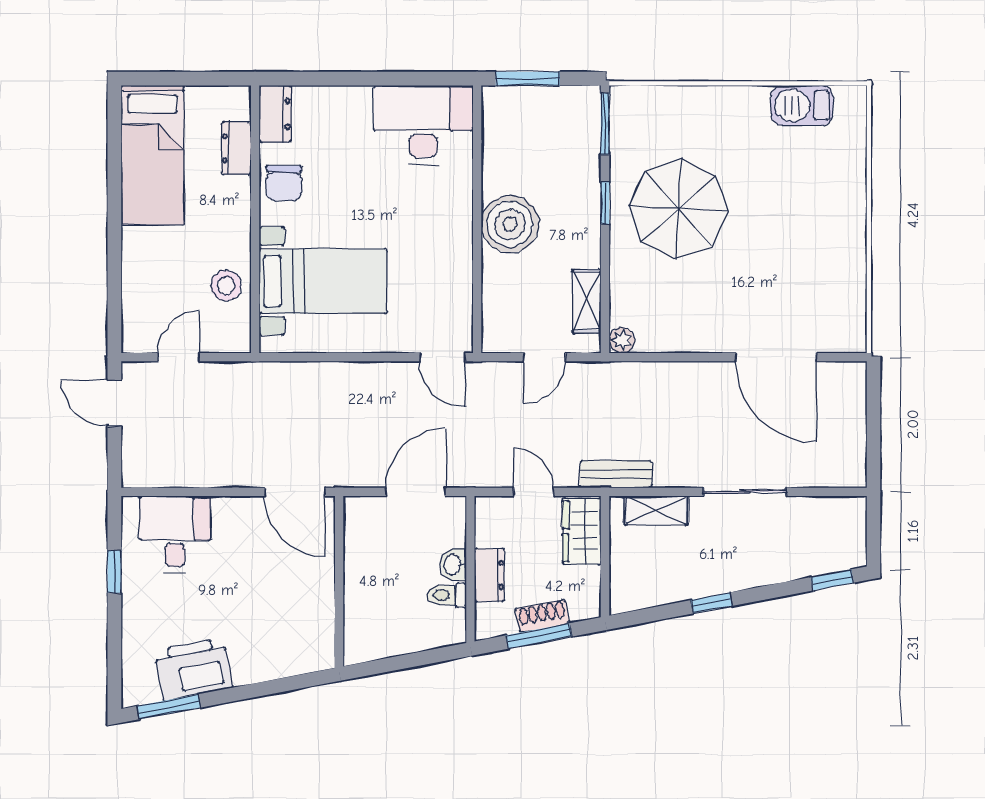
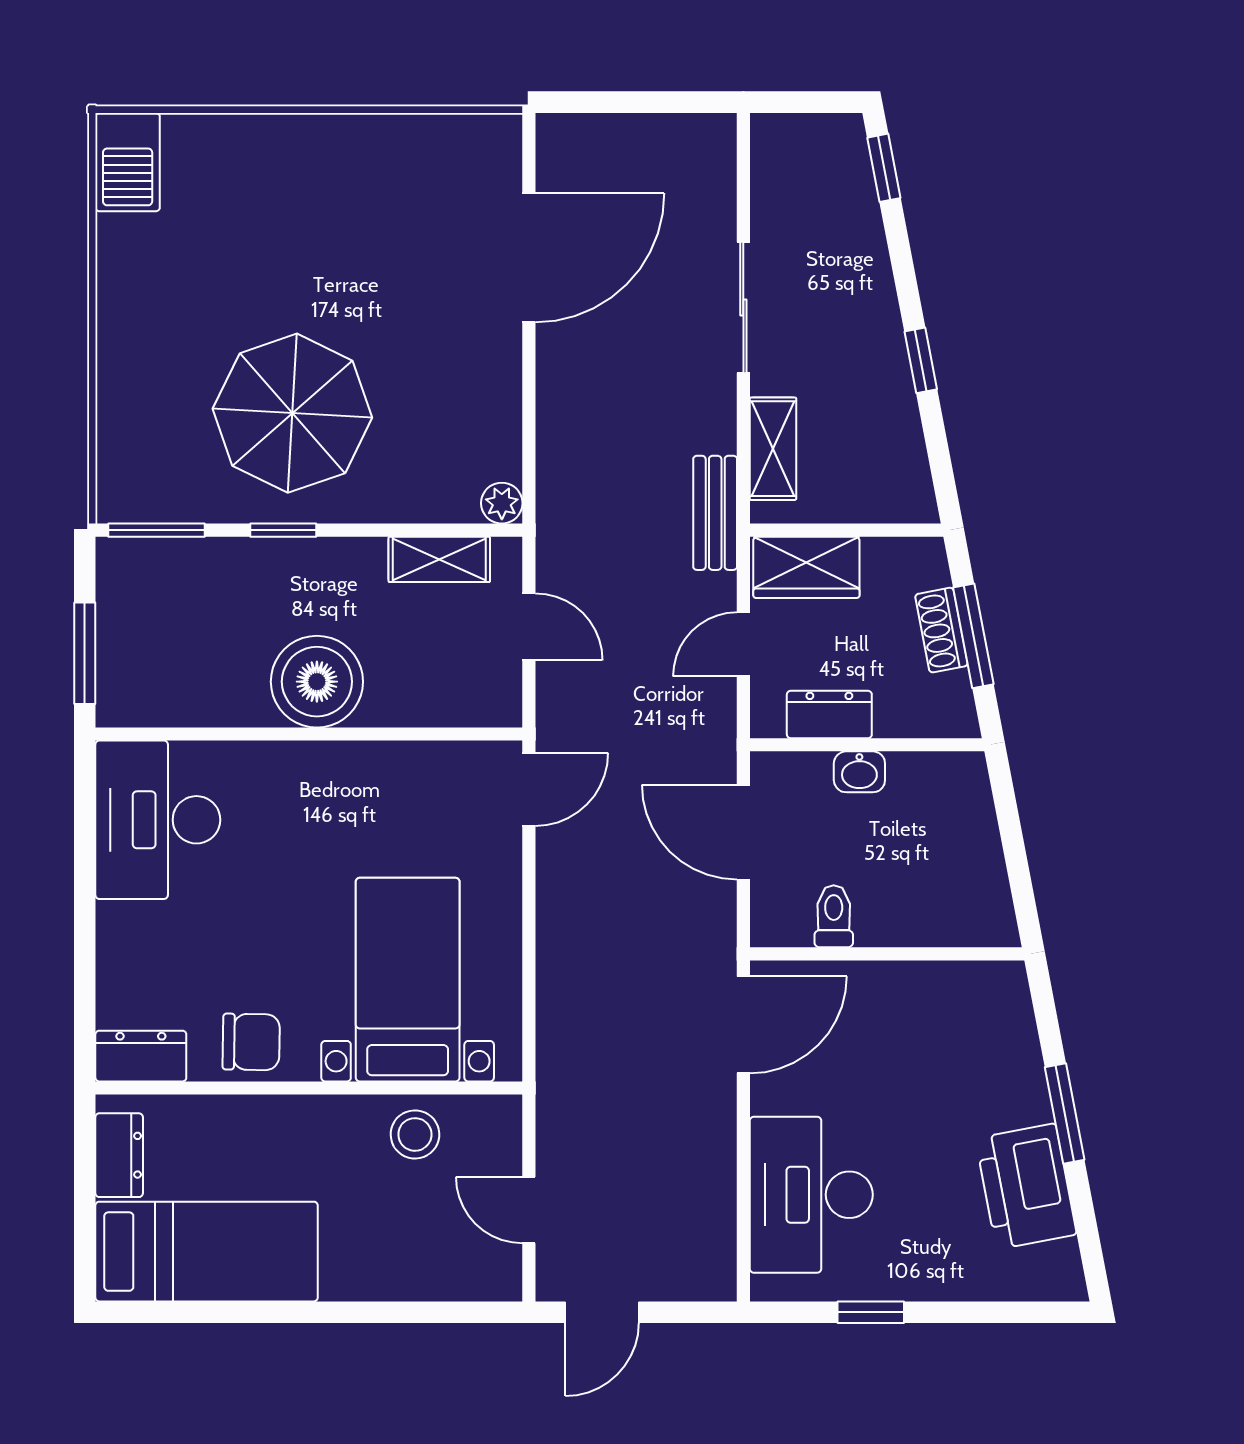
barbecue: (802, 105) -> (128, 162), moved
dresser: (236, 148) -> (119, 1155), moved, turned -90
desk: (175, 534) -> (811, 1195), width x1.37
dresser: (489, 575) -> (829, 714), moved
toilet: (447, 595) -> (834, 916), moved, turned 180
window: (169, 707) -> (1065, 1113), moved

